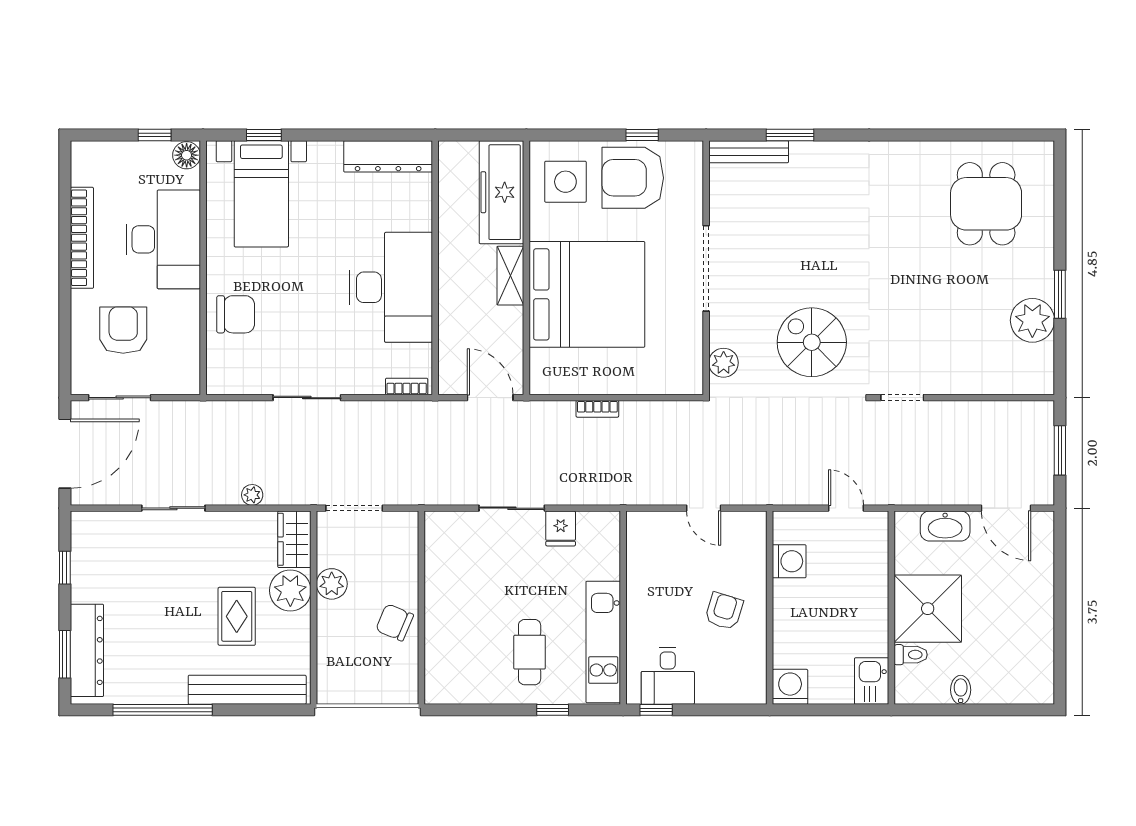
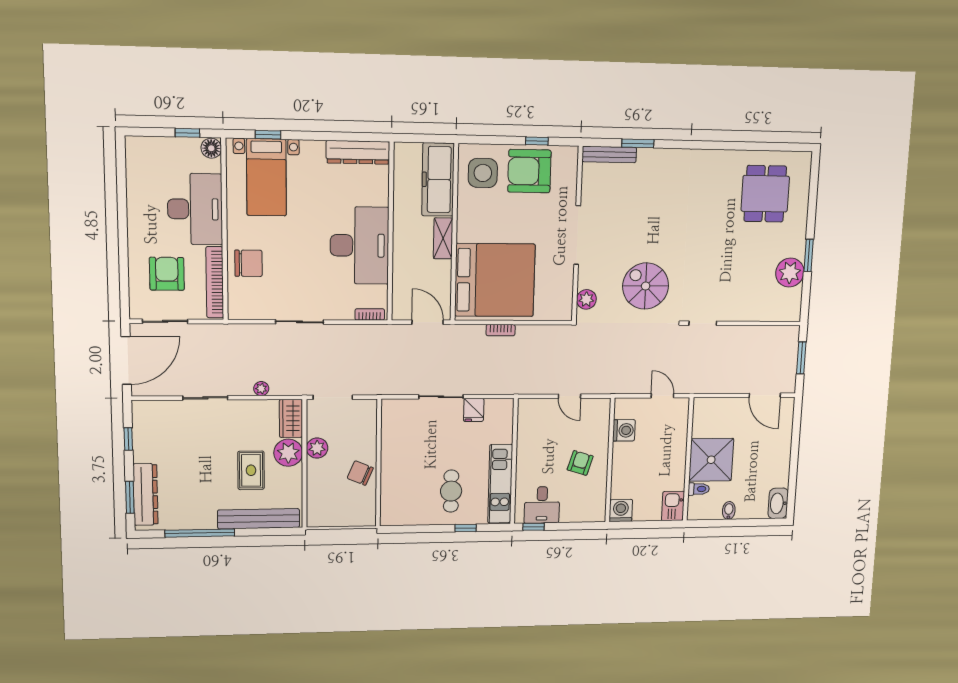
bookcase: (82, 238) -> (215, 282), moved, turned 180
bed: (587, 294) -> (495, 280), moved
washbasin: (945, 526) -> (778, 503), moved, turned 90

